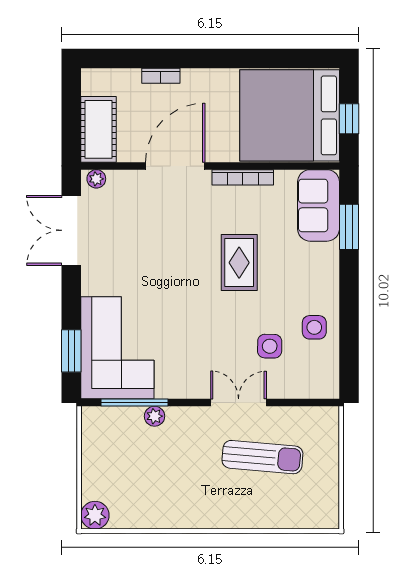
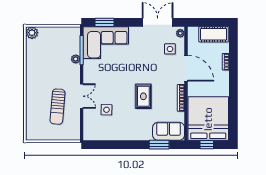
cot: (99, 129) -> (214, 34), moved
rug: (239, 263) -> (143, 96), turned 90
side table: (314, 327) -> (170, 49), moved

